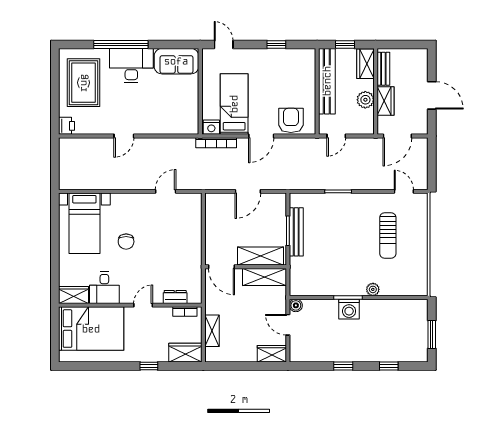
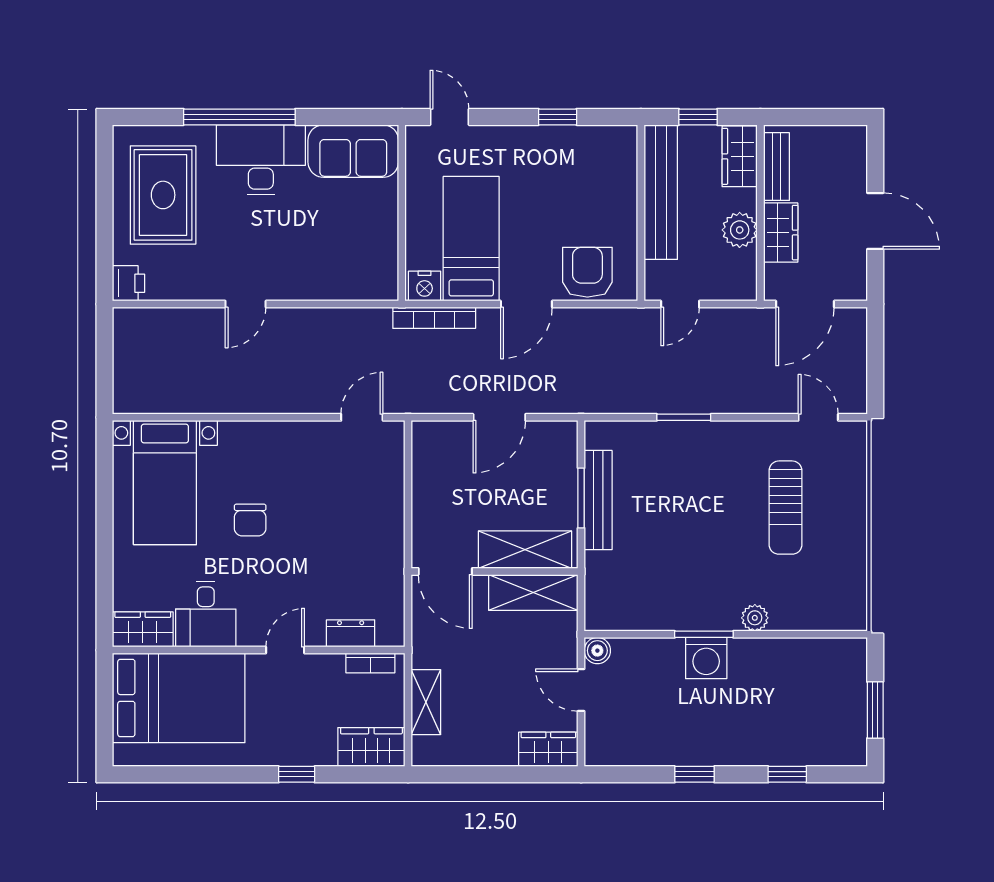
door: (166, 191) -> (362, 417), moved

